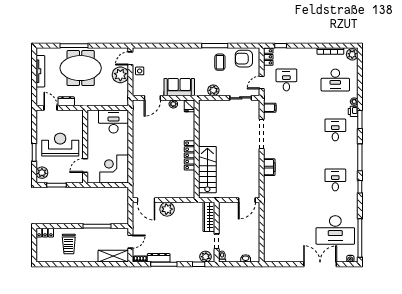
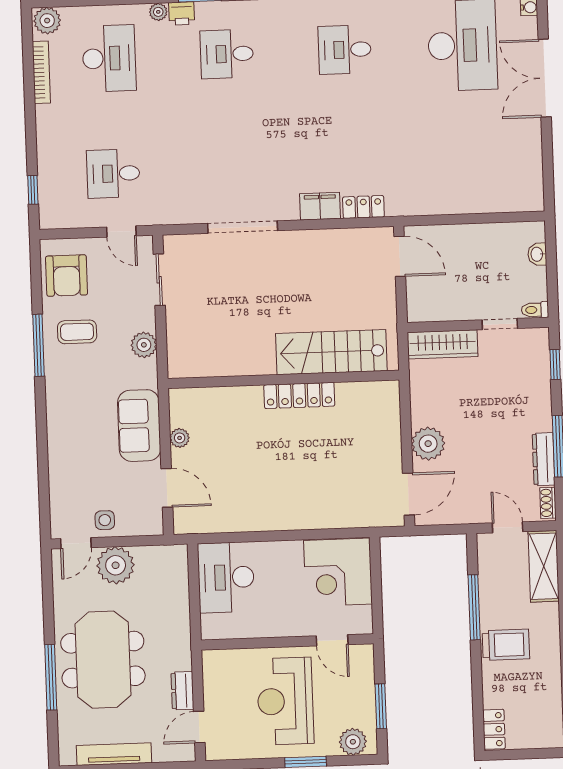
locker: (268, 57) -> (363, 207), moved
door: (130, 58) -> (76, 543), hinge flipped
fridge: (189, 106) -> (183, 400), removed
filing cabinet: (270, 108) -> (180, 210), removed
trolley: (69, 244) -> (506, 645), moved
plant: (206, 257) -> (537, 349), removed

